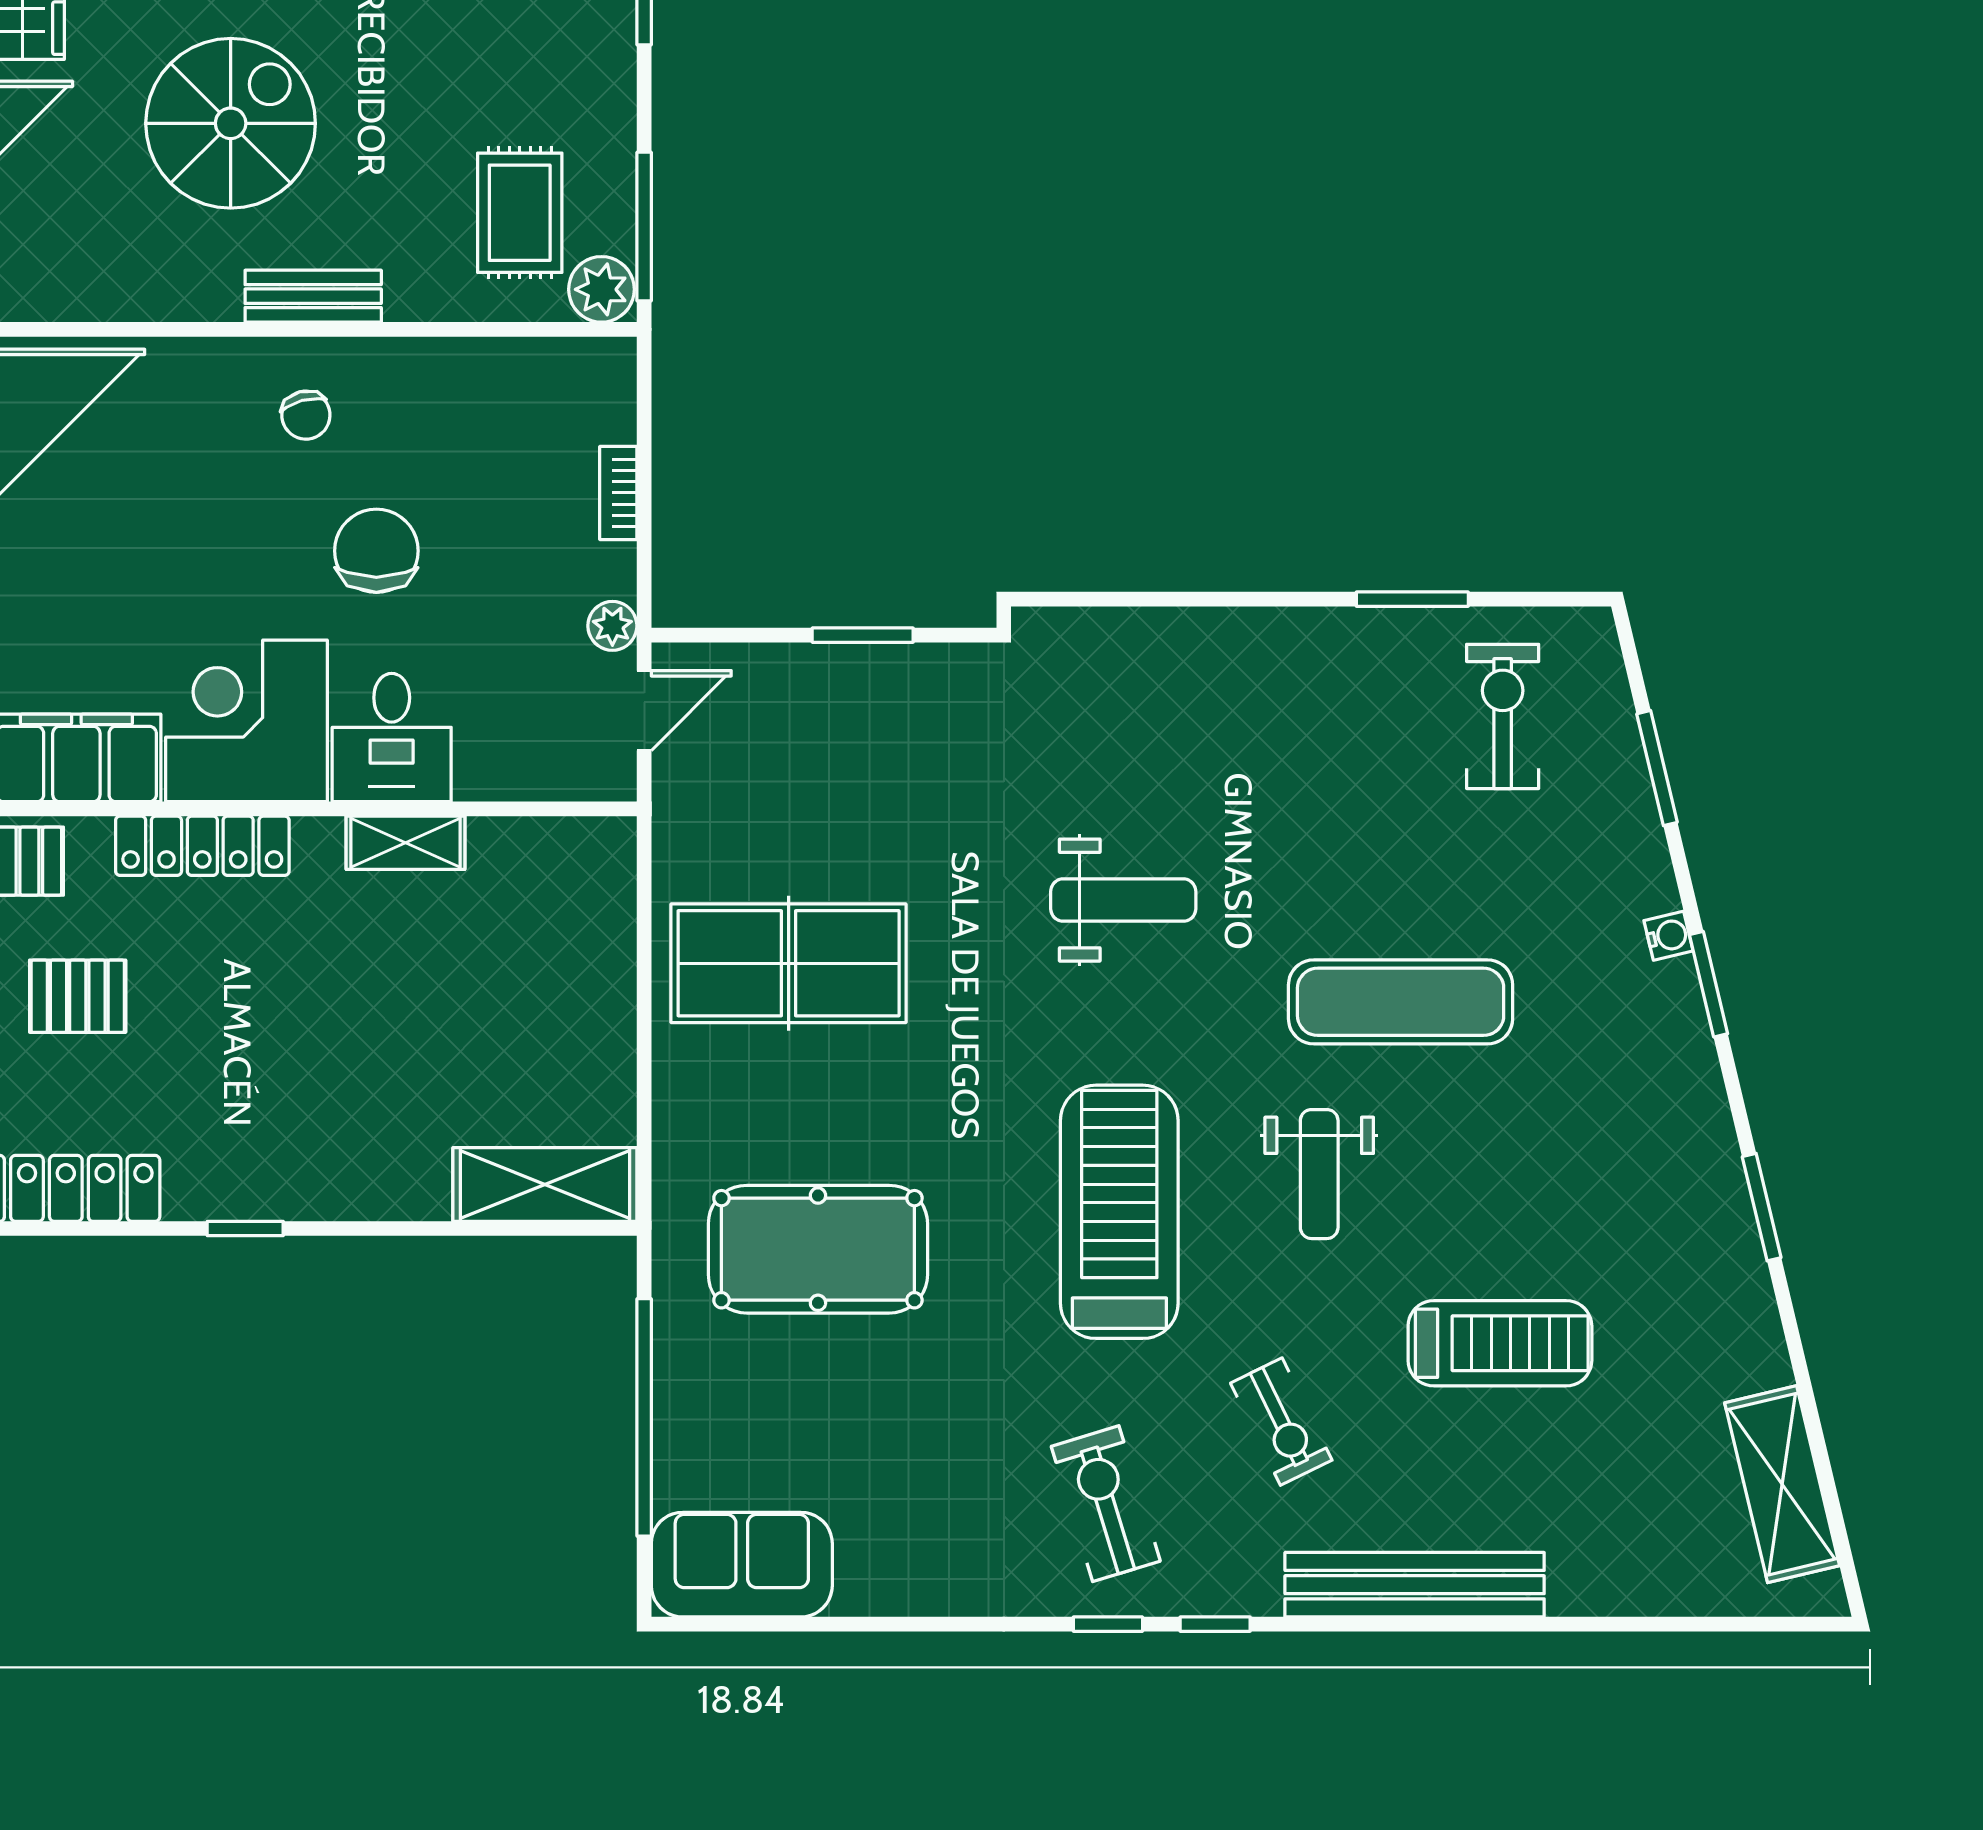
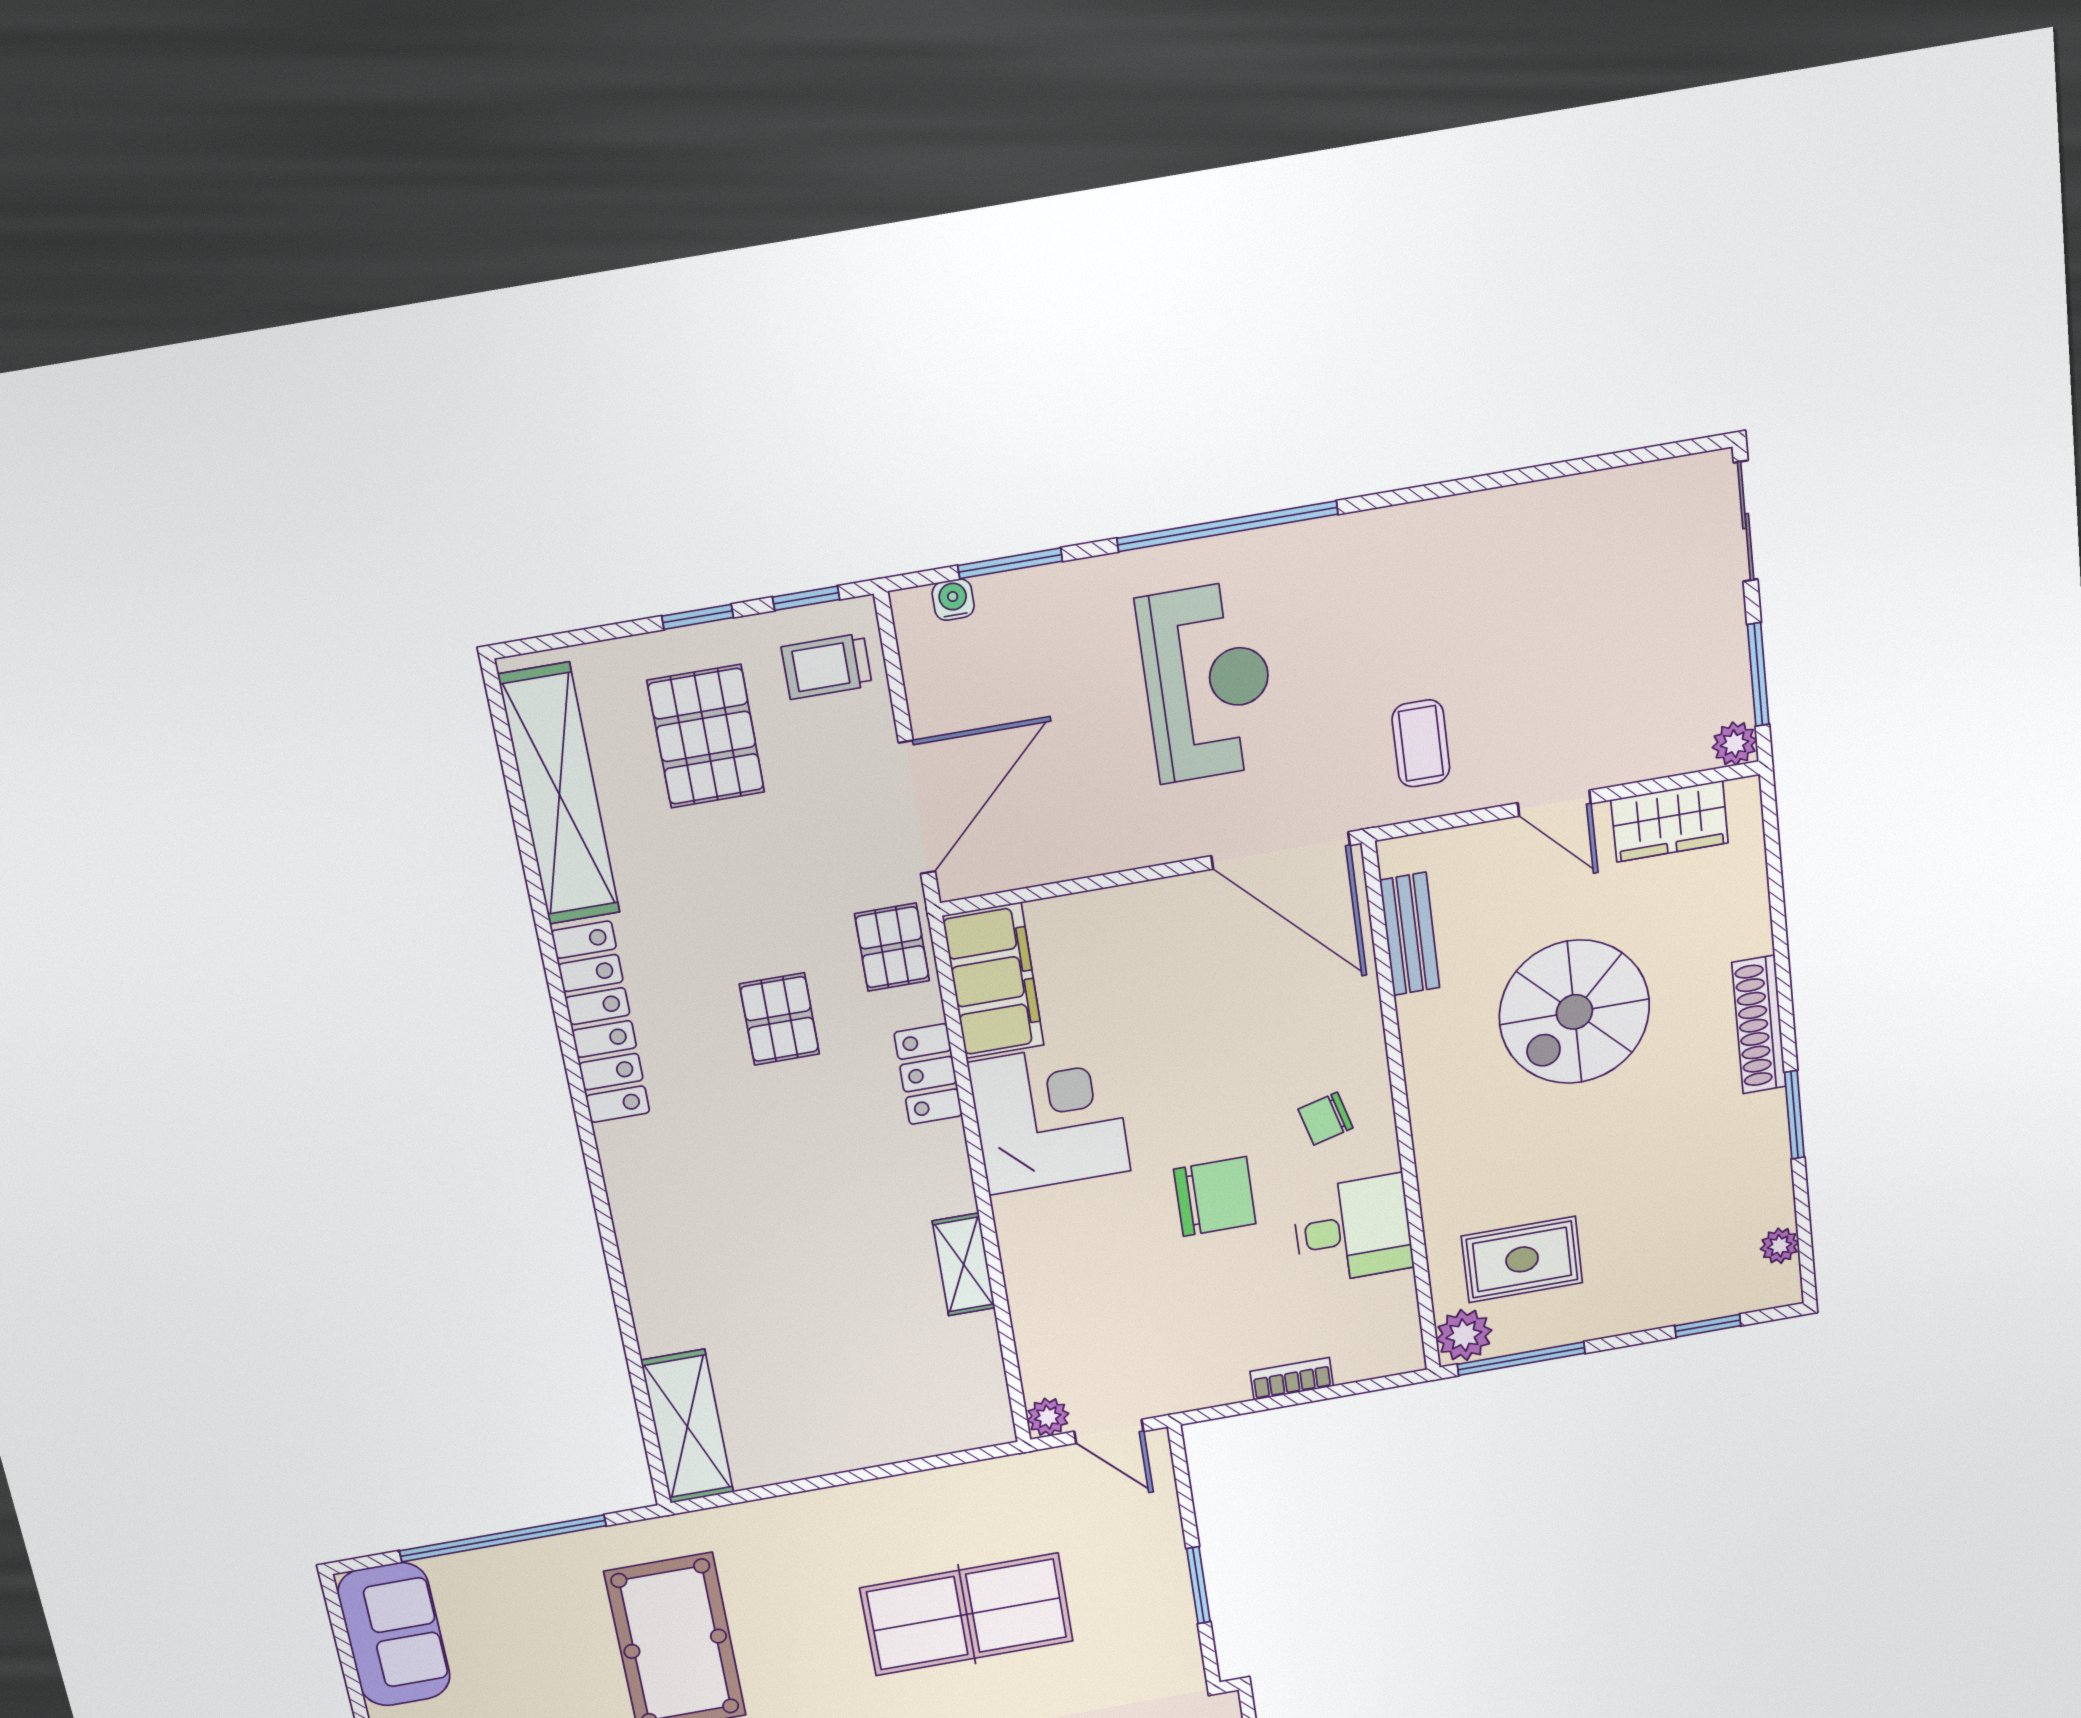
spiral stairs: (231, 123) -> (1574, 1012), turned 90
bench: (313, 296) -> (1410, 934), moved
plant: (612, 626) -> (1048, 1417), moved
desk: (392, 738) -> (1353, 1229), moved, turned 180
locker: (202, 846) -> (928, 1074), width x0.66
table tennis table: (789, 963) -> (967, 1614), moved, turned 90
window: (245, 1229) -> (599, 1194), removed

